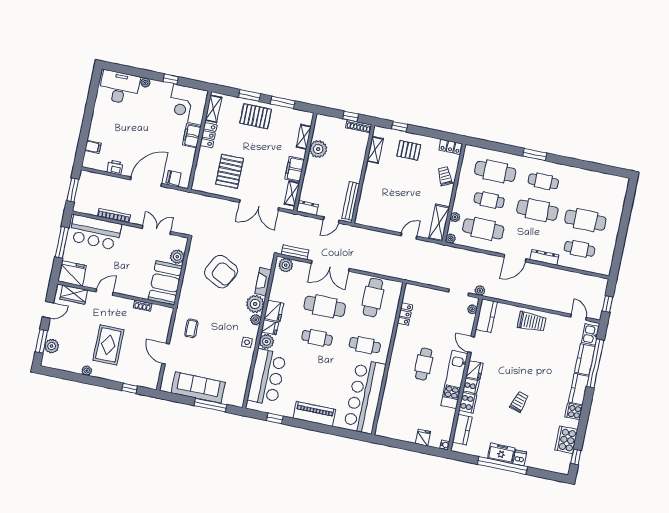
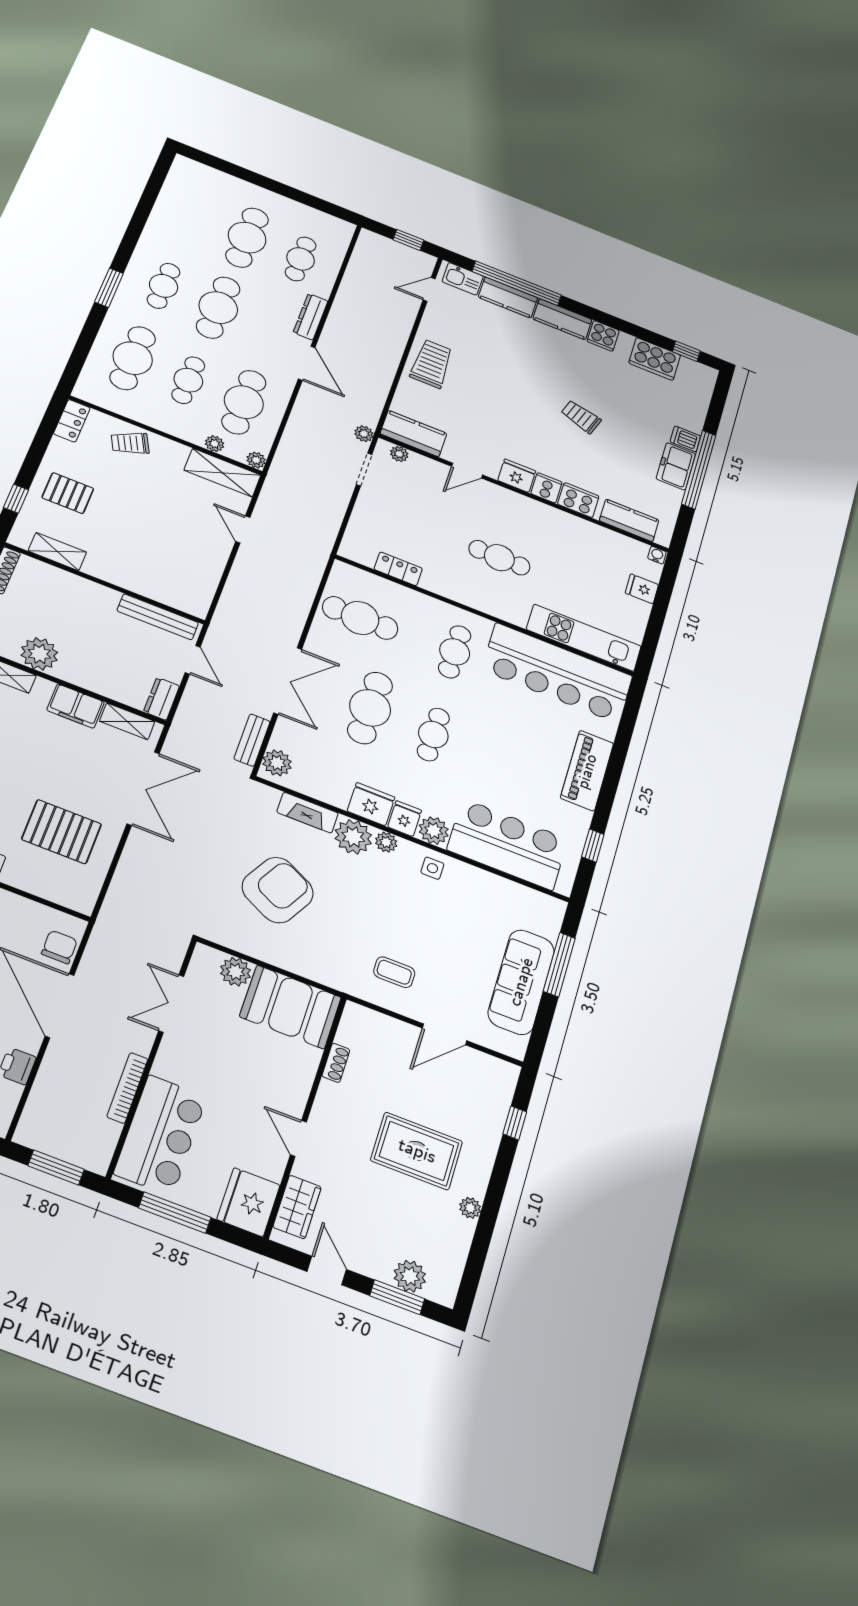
pallet: (409, 150) -> (68, 493), turned 90
kitchen unit: (454, 380) -> (584, 638), moved, turned 180

